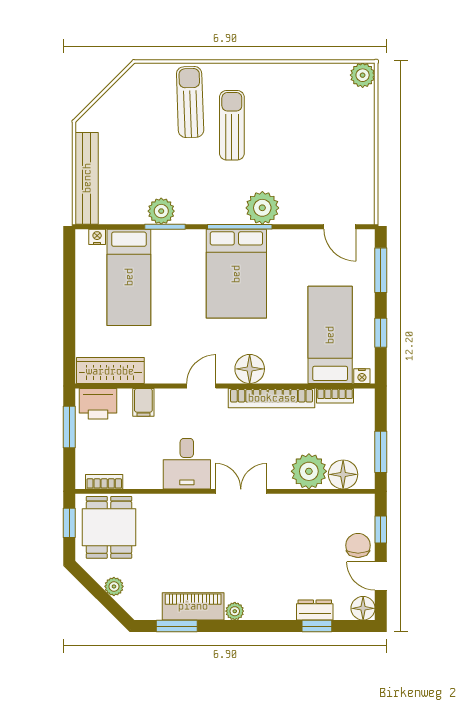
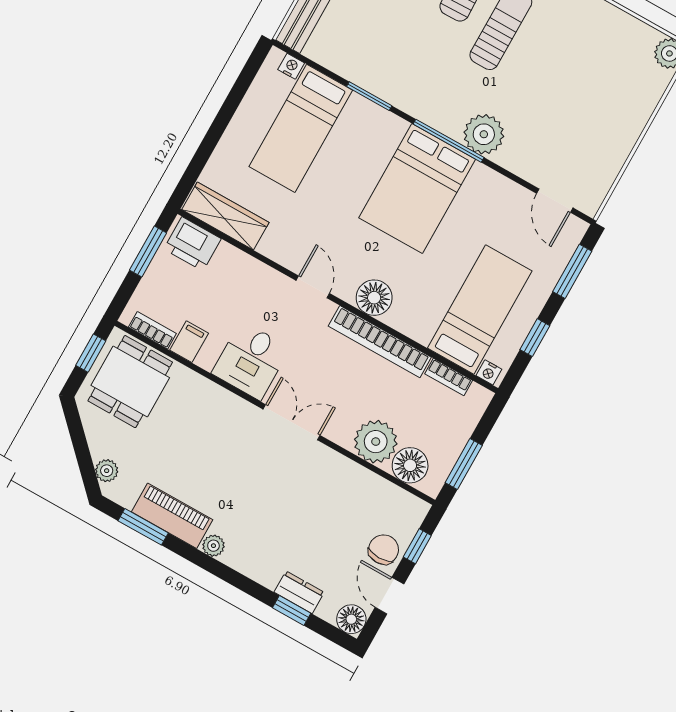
plant: (161, 211) -> (375, 77), removed
door: (201, 386) -> (313, 287), hinge flipped
filing cabinet: (143, 402) -> (189, 342), moved, turned 180
plant: (114, 586) -> (107, 471), moved

